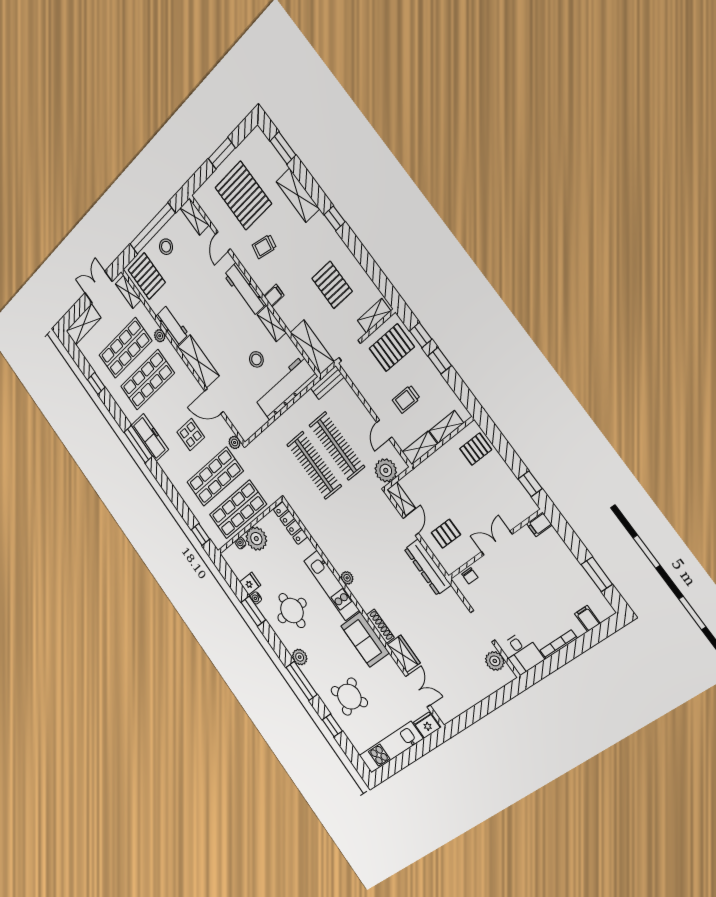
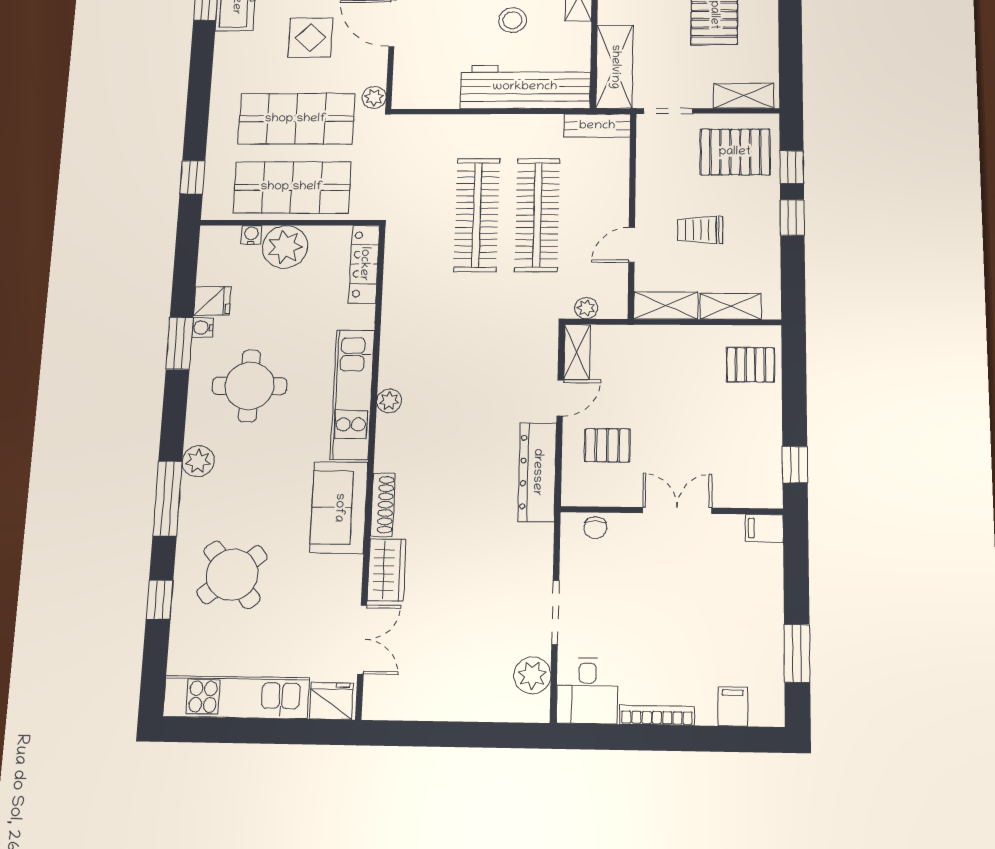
plant: (386, 470) -> (586, 308), width x0.53, depth x0.53

